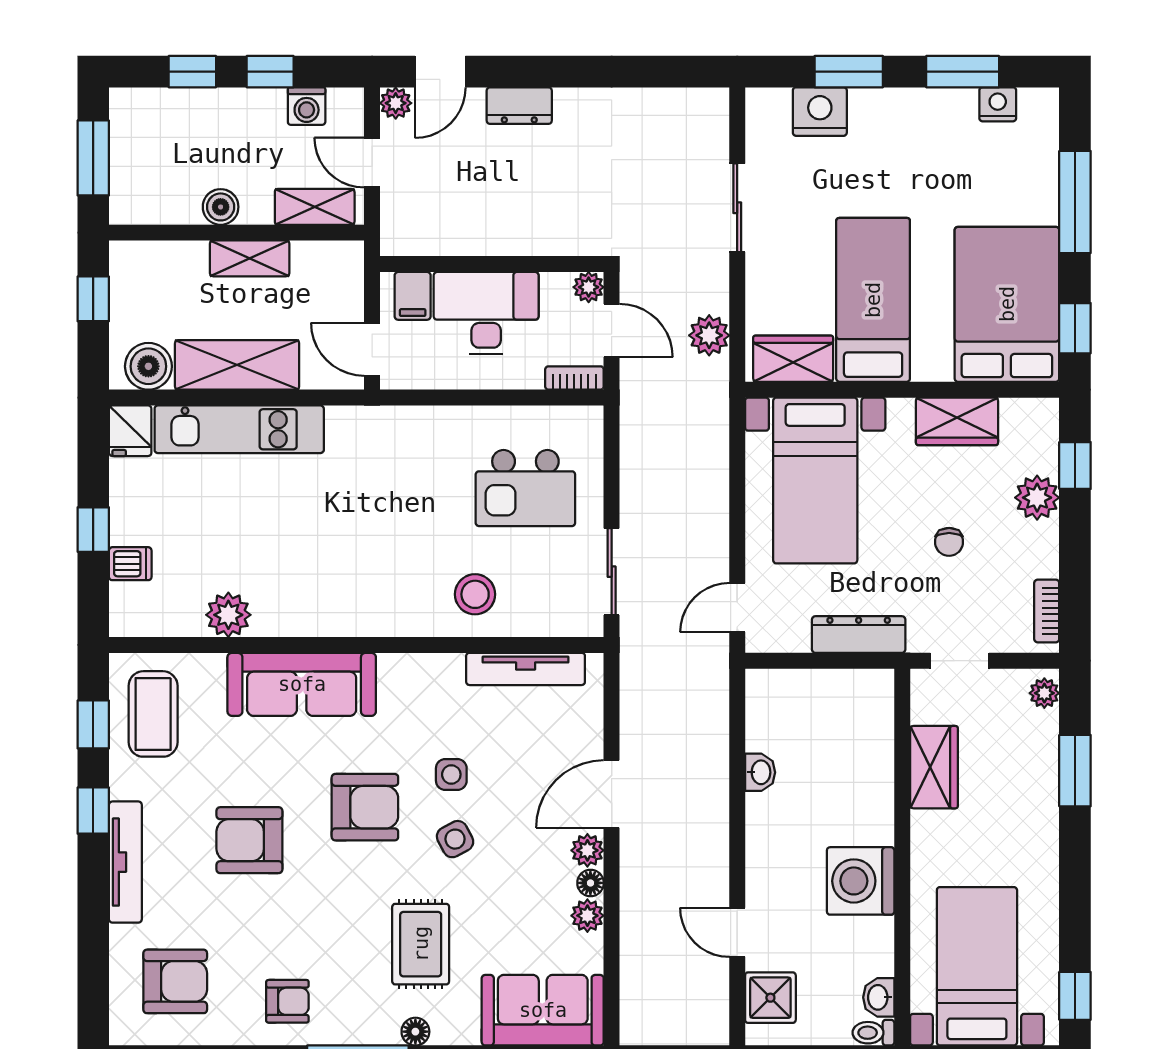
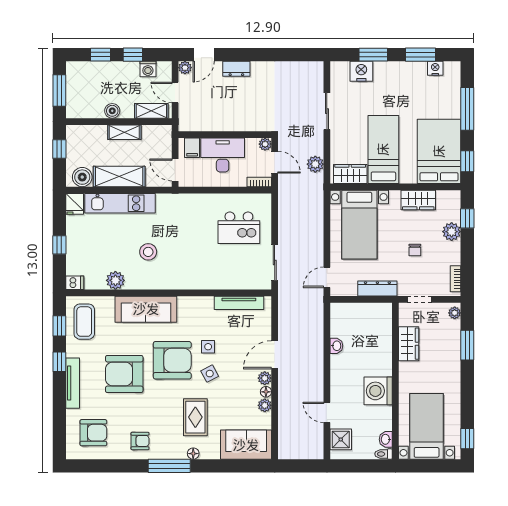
dishwasher: (130, 564) -> (75, 283), moved
stool: (475, 594) -> (148, 252), moved
armchair: (365, 807) -> (172, 360), width x1.36, depth x1.36
armchair: (249, 840) -> (124, 374), width x1.36, depth x1.36

